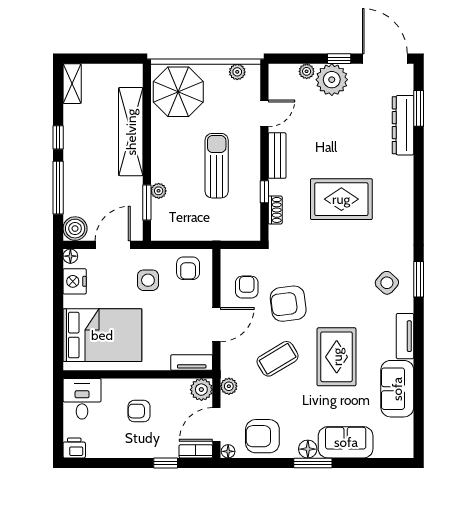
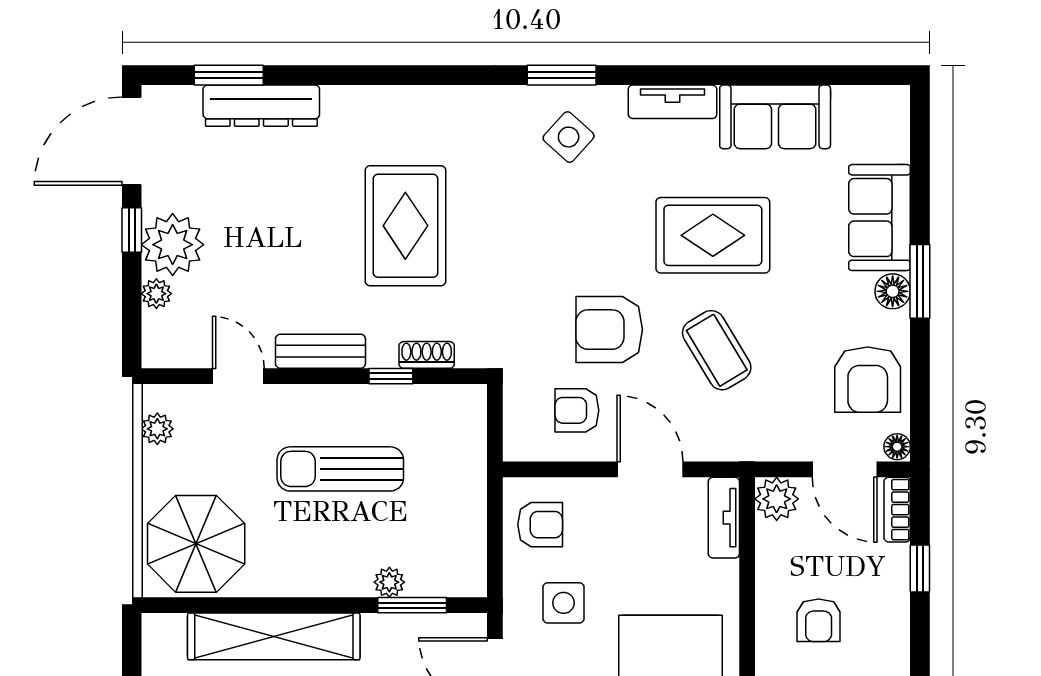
armchair: (288, 304) -> (609, 330), turned 97
plant: (229, 386) -> (770, 445), removed

